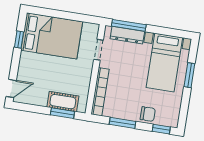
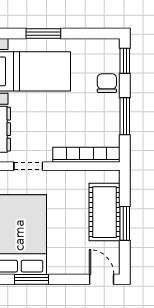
window: (19, 39) -> (32, 279), width x1.50
cot: (63, 102) -> (105, 212), width x1.37, depth x1.34
window: (62, 113) -> (125, 223), moved

